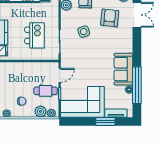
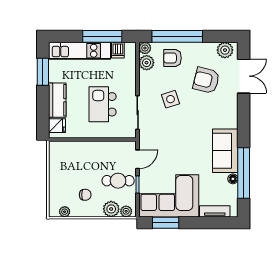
armchair: (110, 18) -> (206, 80), turned -82
kitchen island: (34, 35) -> (103, 104), turned 180
window: (105, 121) -> (166, 223), moved

